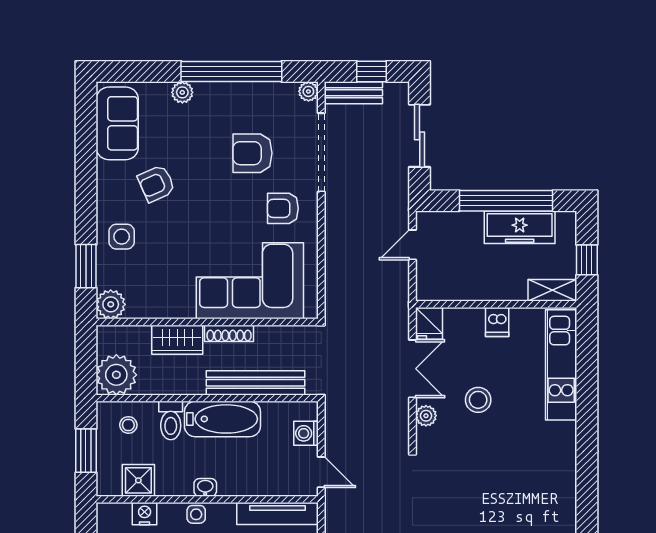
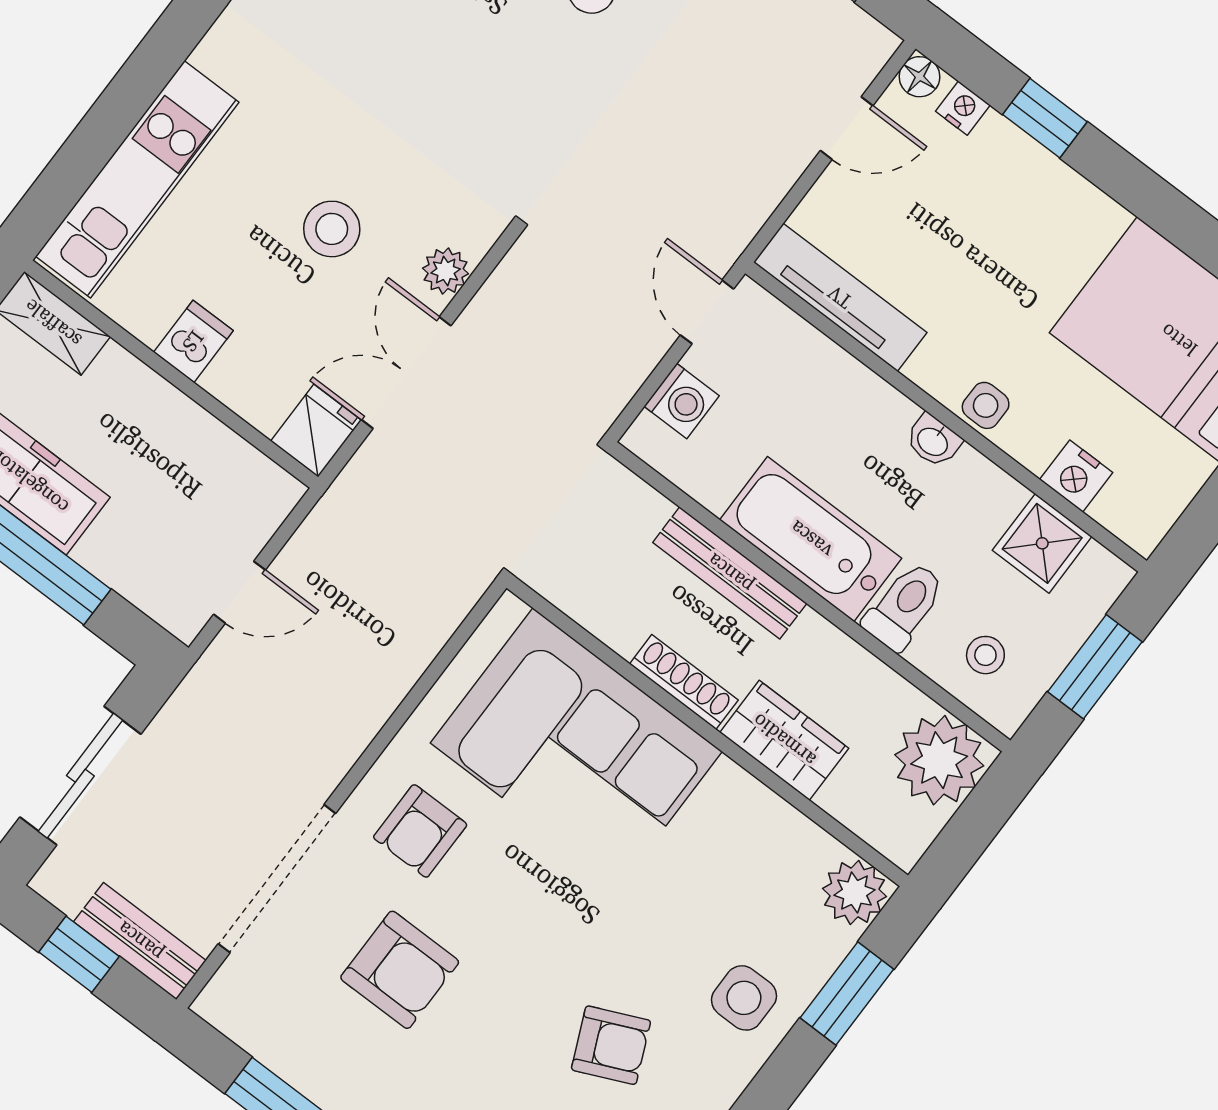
plant: (308, 91) -> (218, 1004), removed
armchair: (283, 208) -> (420, 831), turned 90
bench: (255, 383) -> (730, 573), width x0.73, depth x0.82

